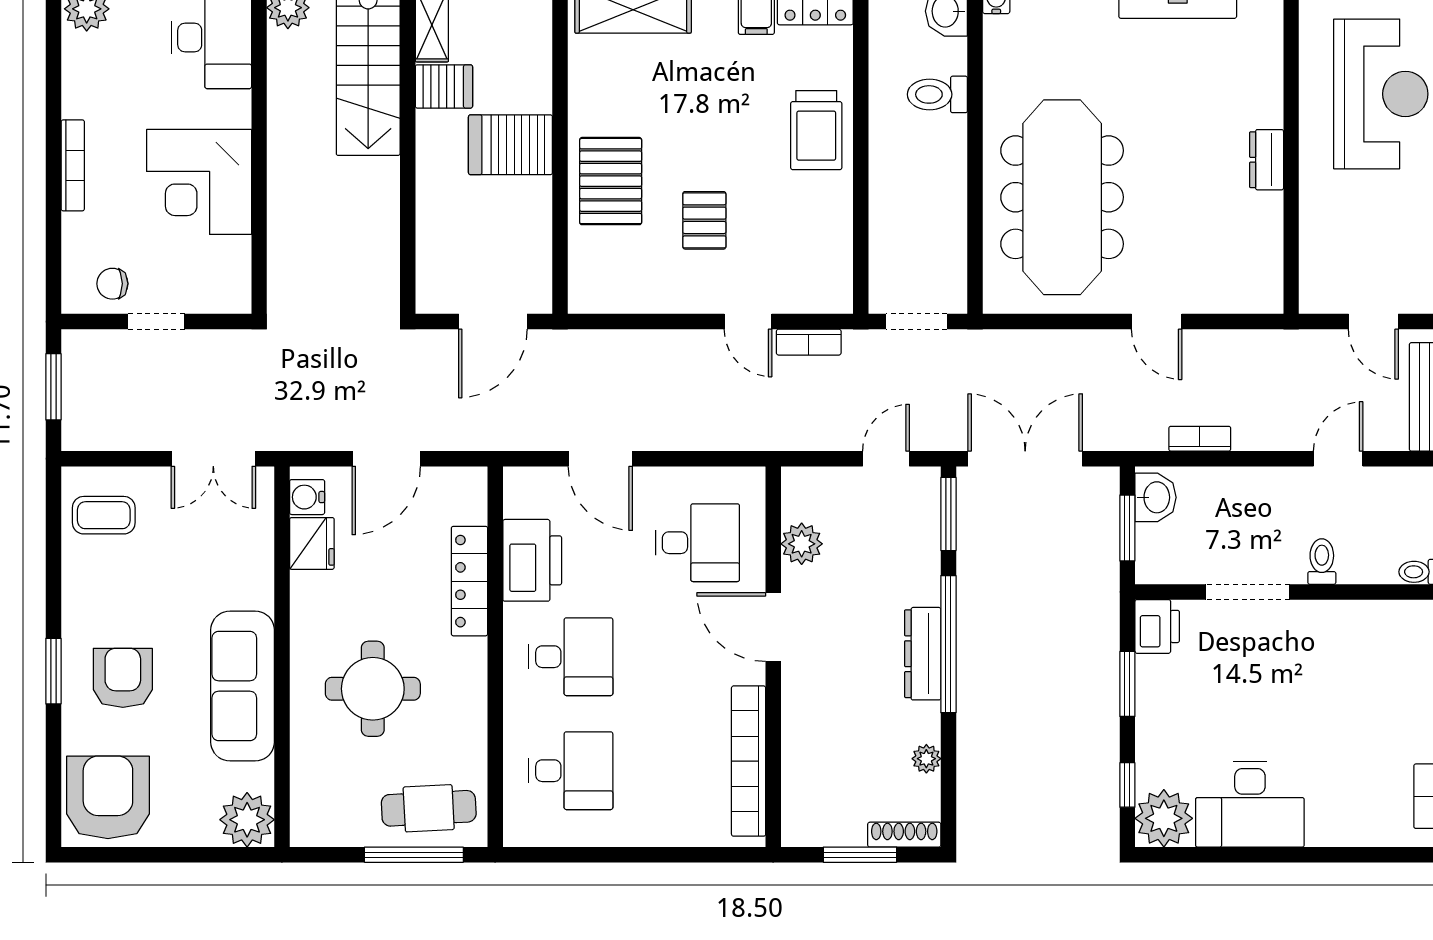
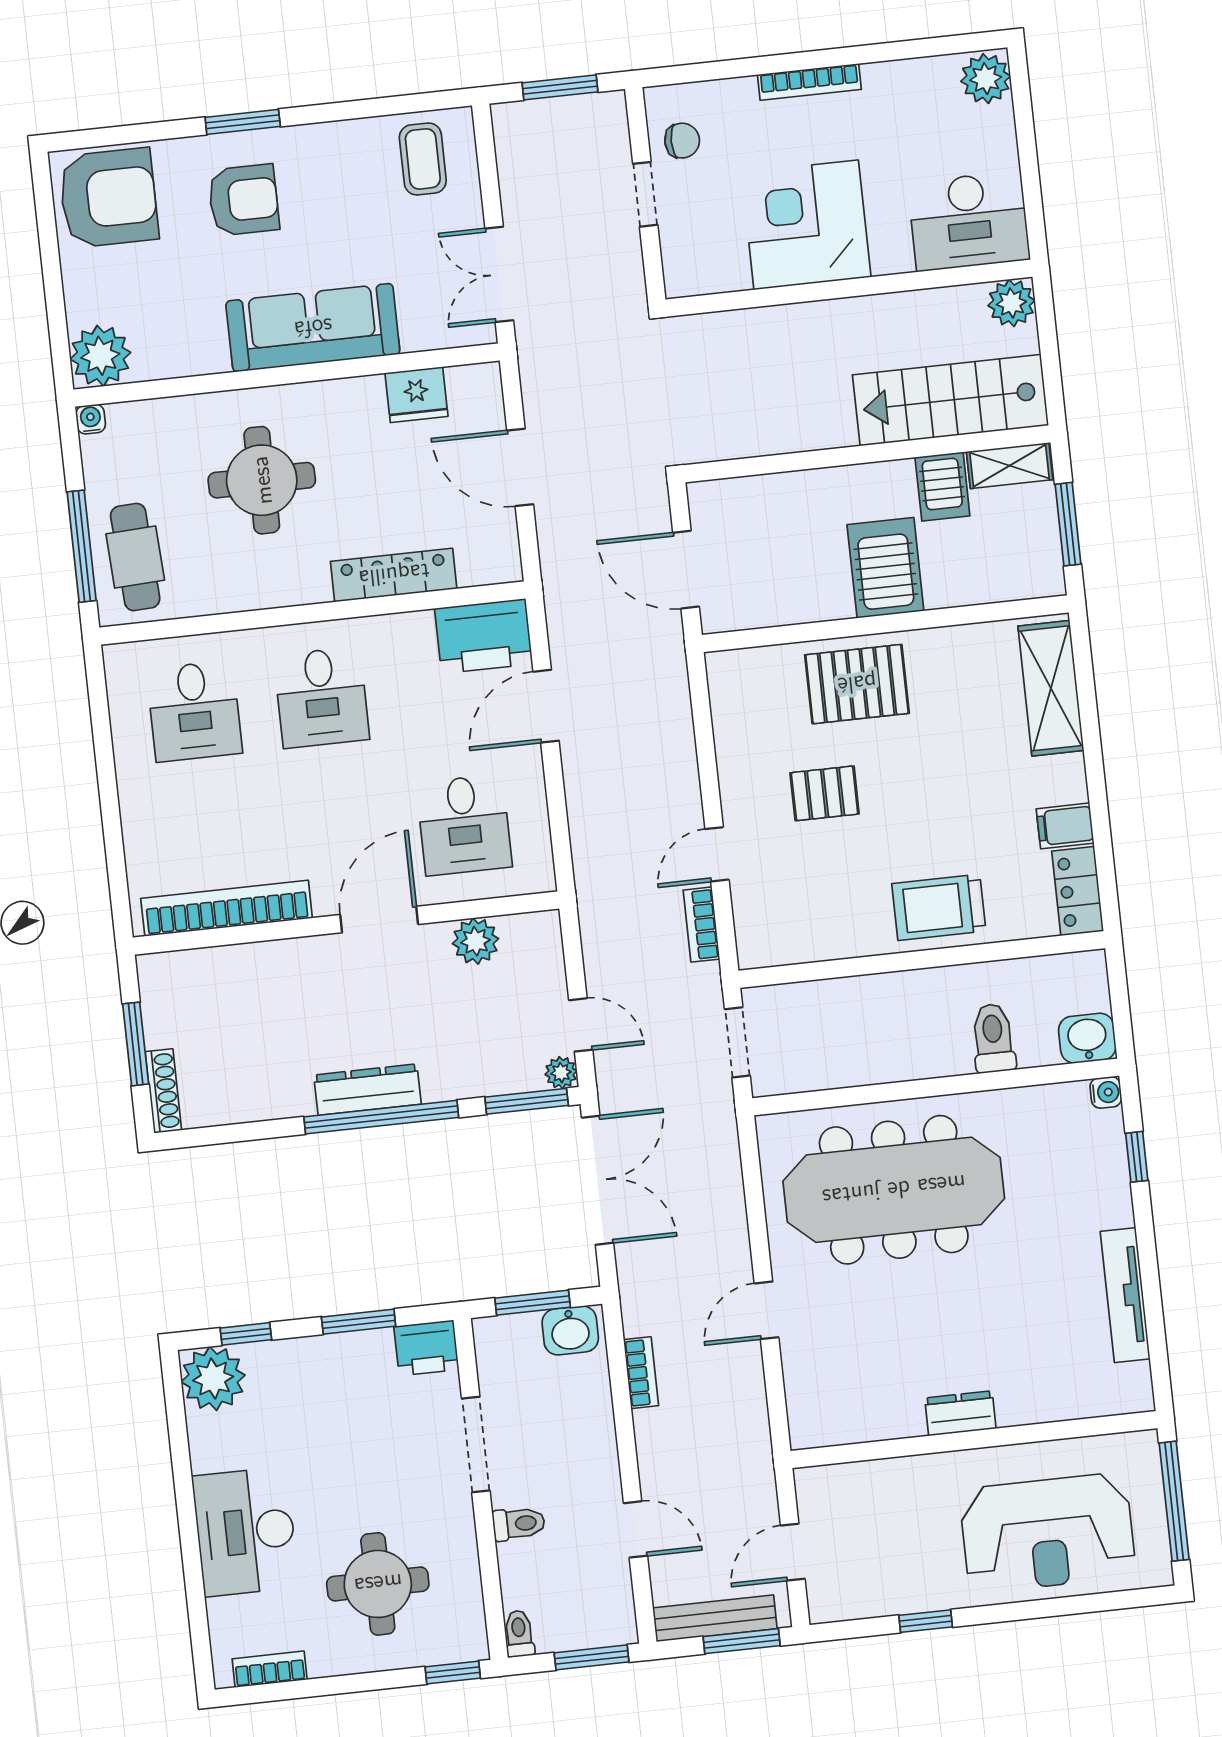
chair: (112, 284) -> (682, 141), turned 90
water cooler: (307, 497) -> (91, 419), moved, width x0.72, depth x0.72
printer: (532, 560) -> (484, 636), moved
sofa: (243, 686) -> (313, 328), moved
round table: (1362, 692) -> (378, 1584), added
plant: (926, 759) -> (561, 1073), moved
desk: (1250, 804) -> (245, 1532), moved

